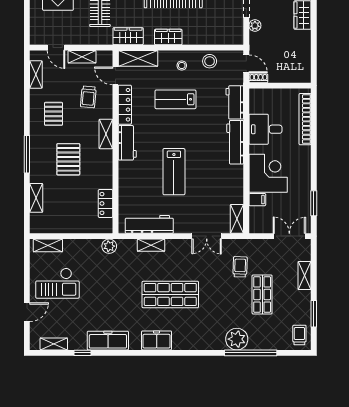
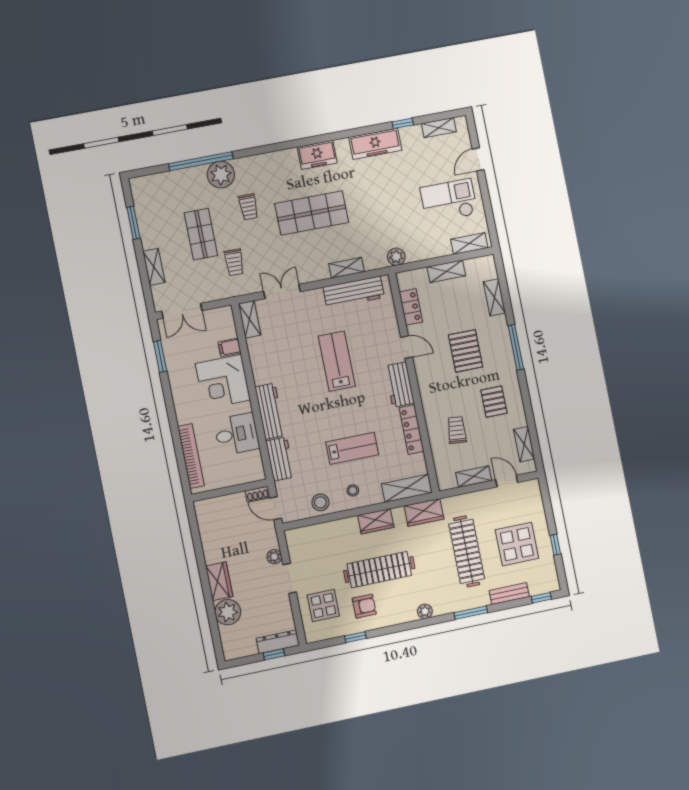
door: (115, 76) -> (407, 347), moved
shelving: (106, 134) -> (446, 271), moved, turned 90
trolley: (299, 335) -> (248, 207), moved

